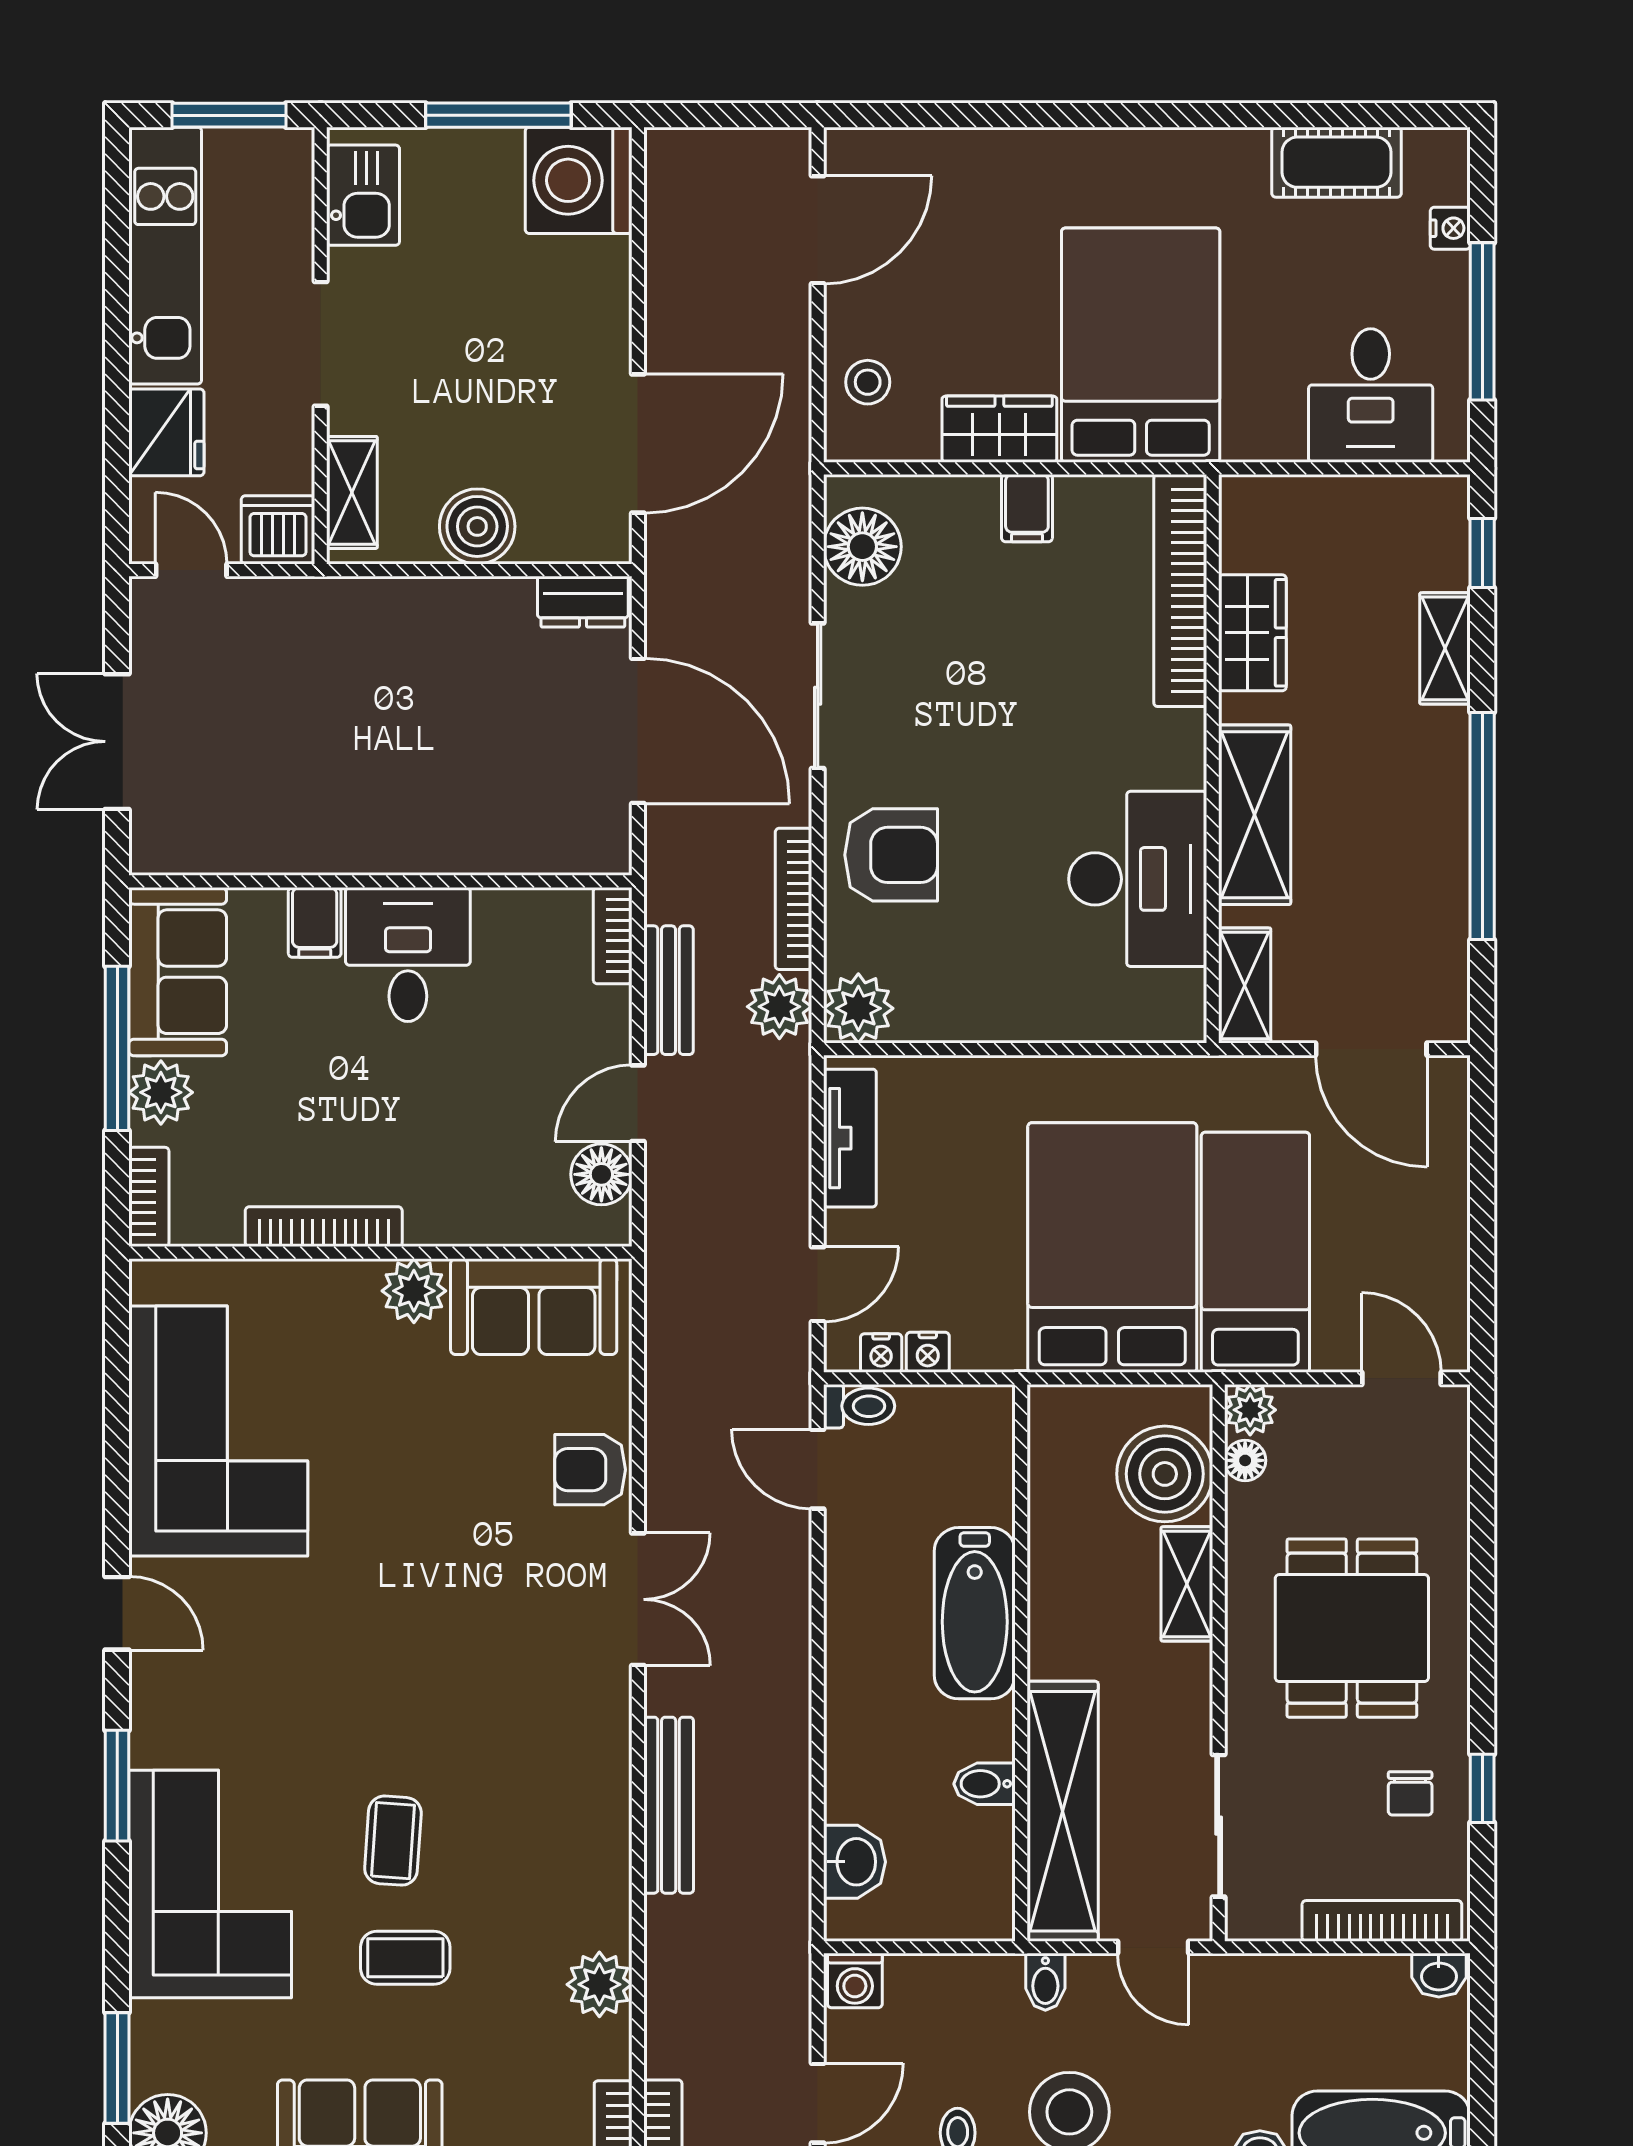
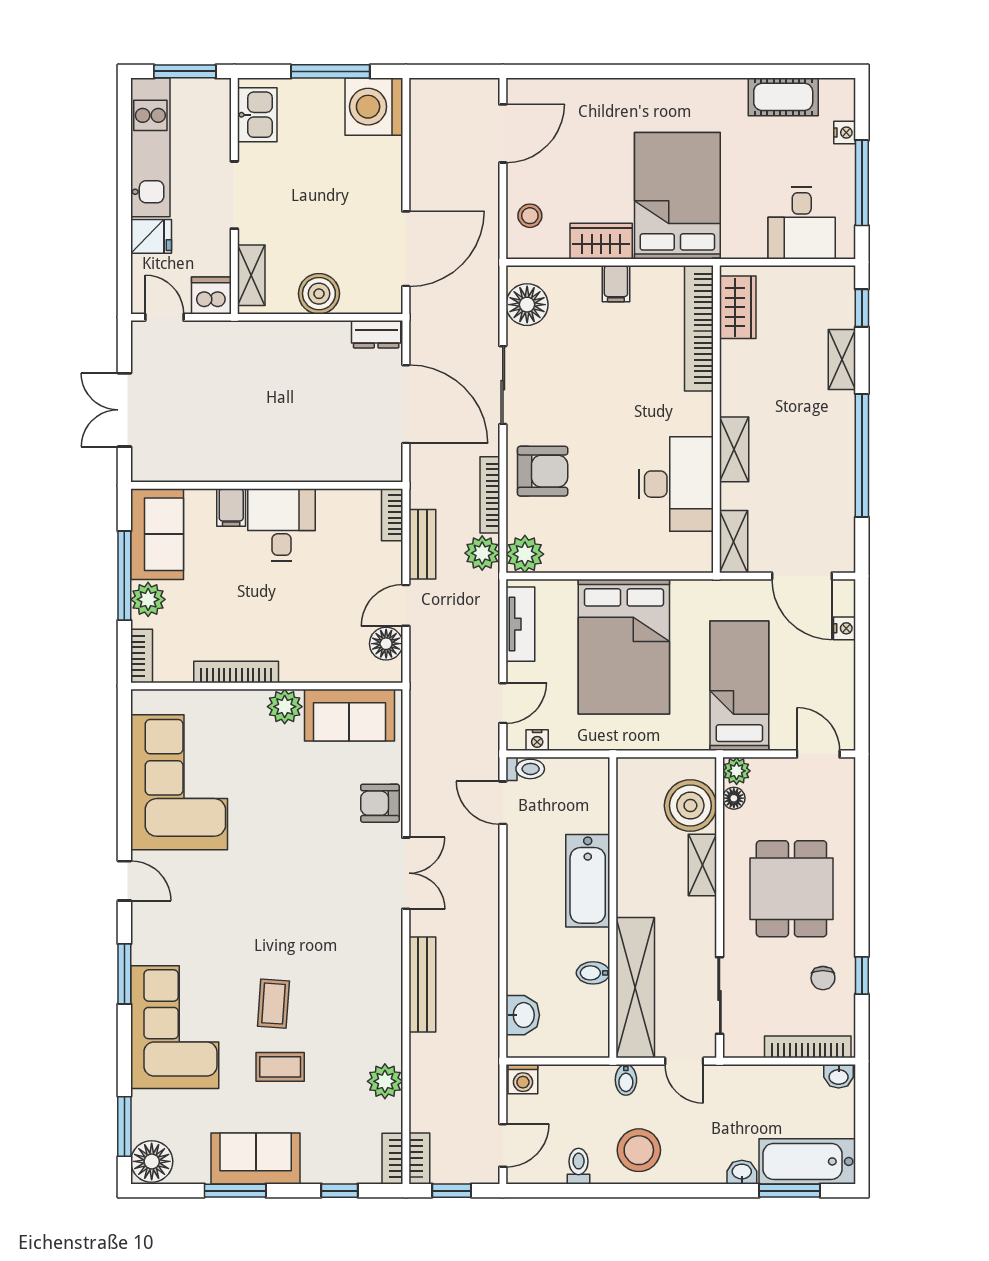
fridge: (166, 432) -> (151, 236), width x0.72
wardrobe: (1252, 633) -> (738, 307), moved
shelving: (1255, 815) -> (734, 449), width x0.67, depth x0.75
bed: (1112, 1248) -> (624, 647), moved, turned 180
nightstand: (928, 1352) -> (845, 628), moved, turned -90

